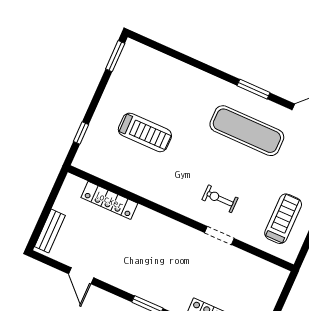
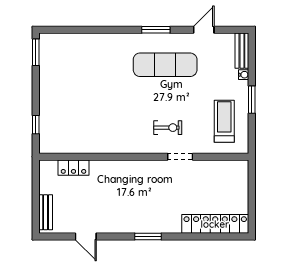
treadmill: (145, 132) -> (86, 102), removed
exercise bike: (220, 199) -> (168, 128), turned 180
locker: (109, 200) -> (73, 168), width x0.66

